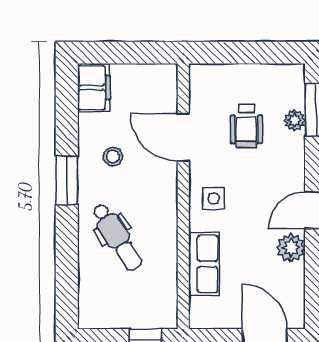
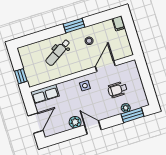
filing cabinet: (94, 88) -> (119, 23), width x0.50
row of seats: (204, 264) -> (45, 94), moved

